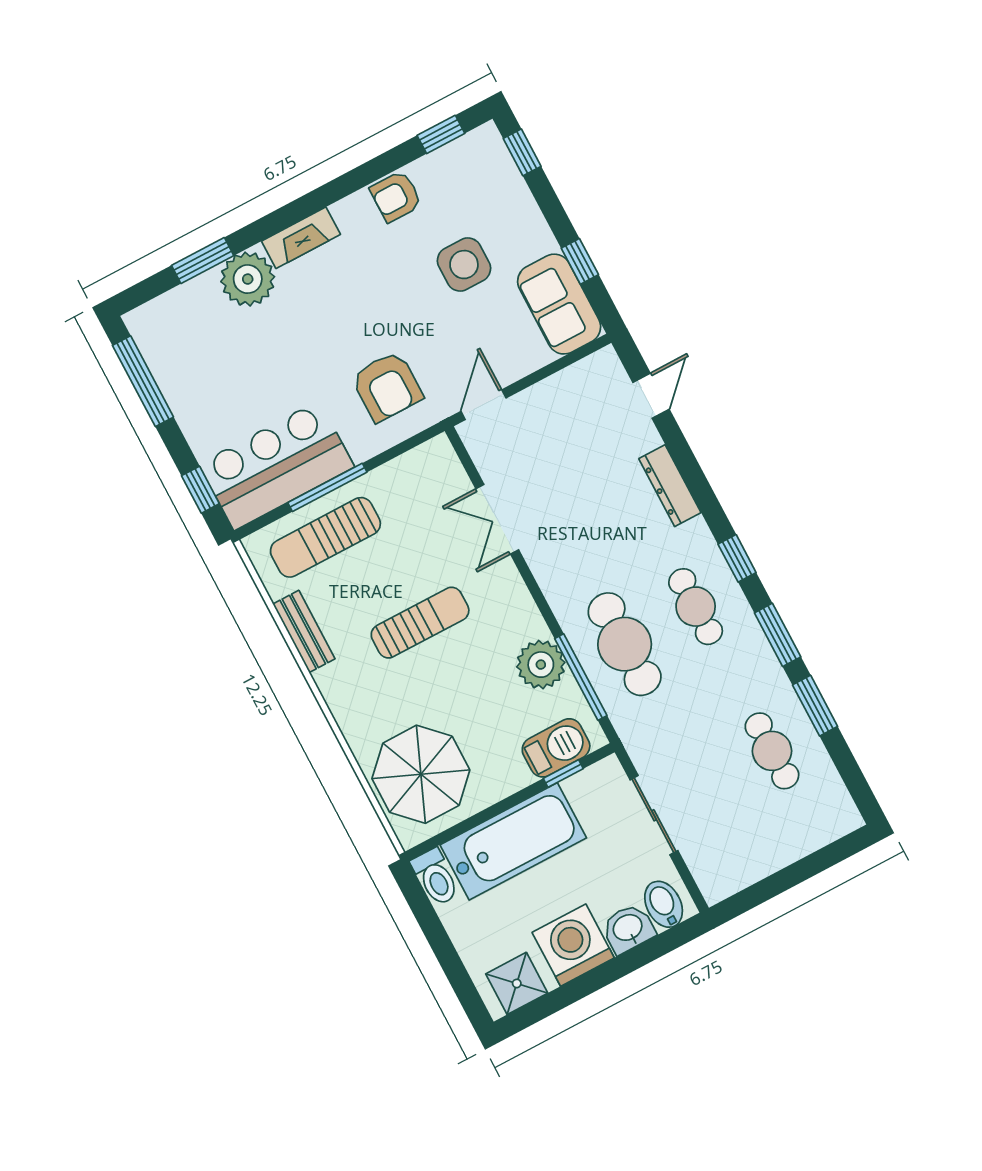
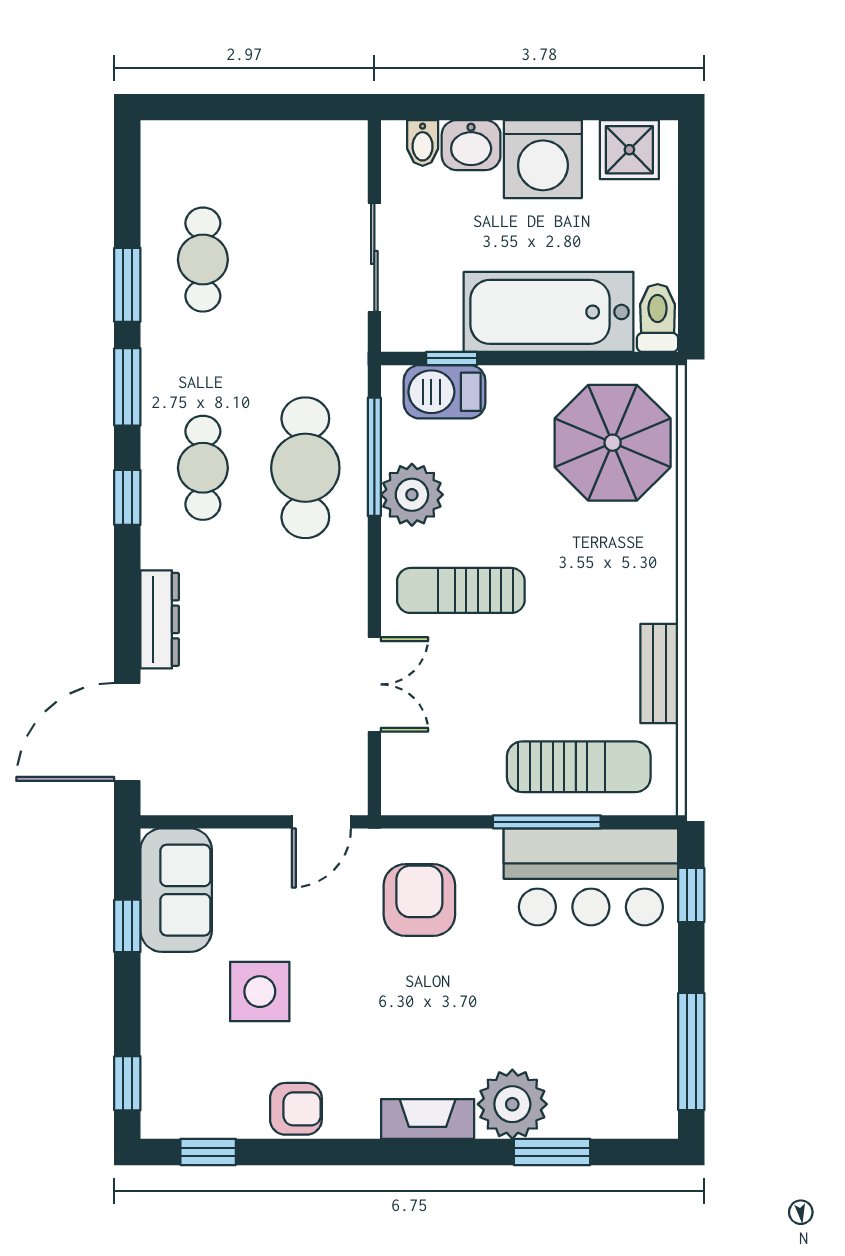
door: (651, 396) -> (127, 732), width x1.87
sun lounger: (420, 623) -> (461, 590), moved
bidet: (664, 904) -> (423, 143), width x0.72, depth x0.74

